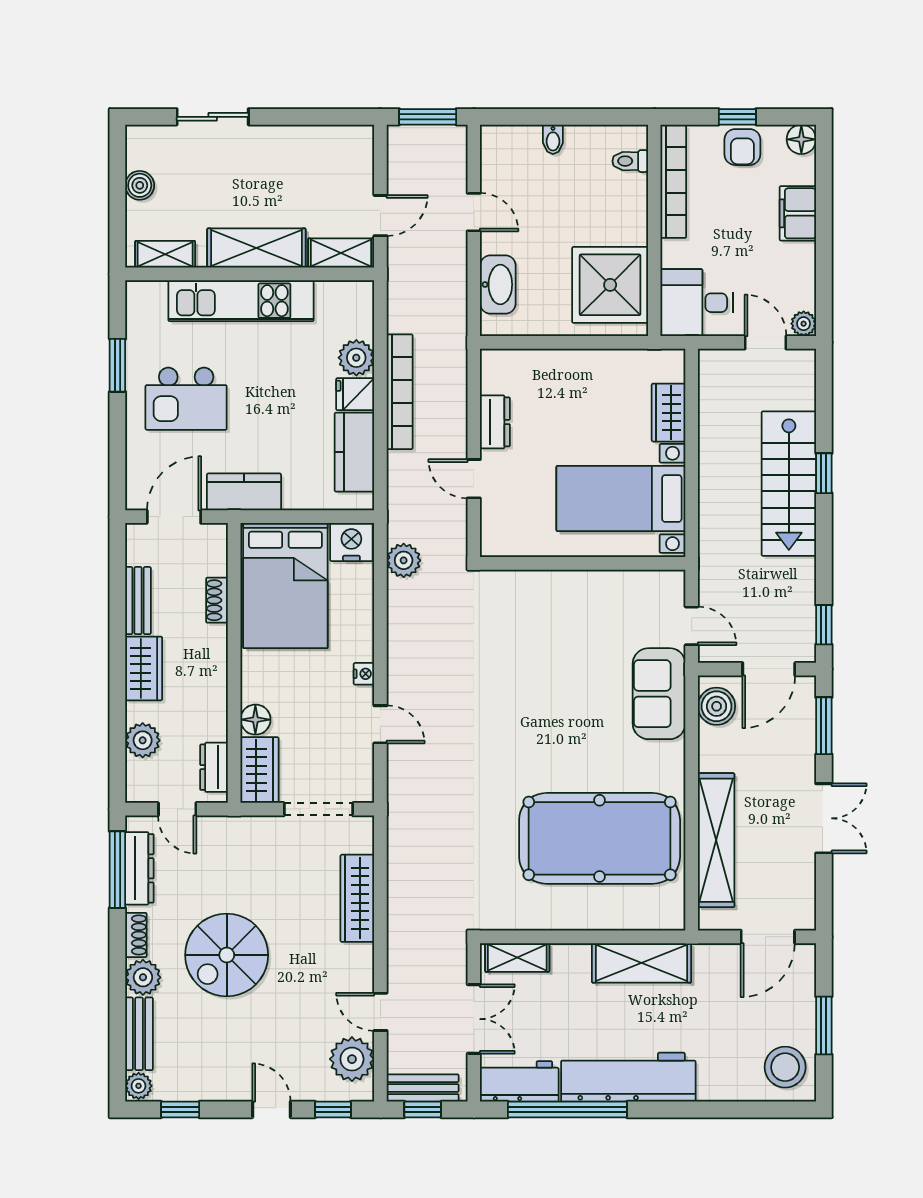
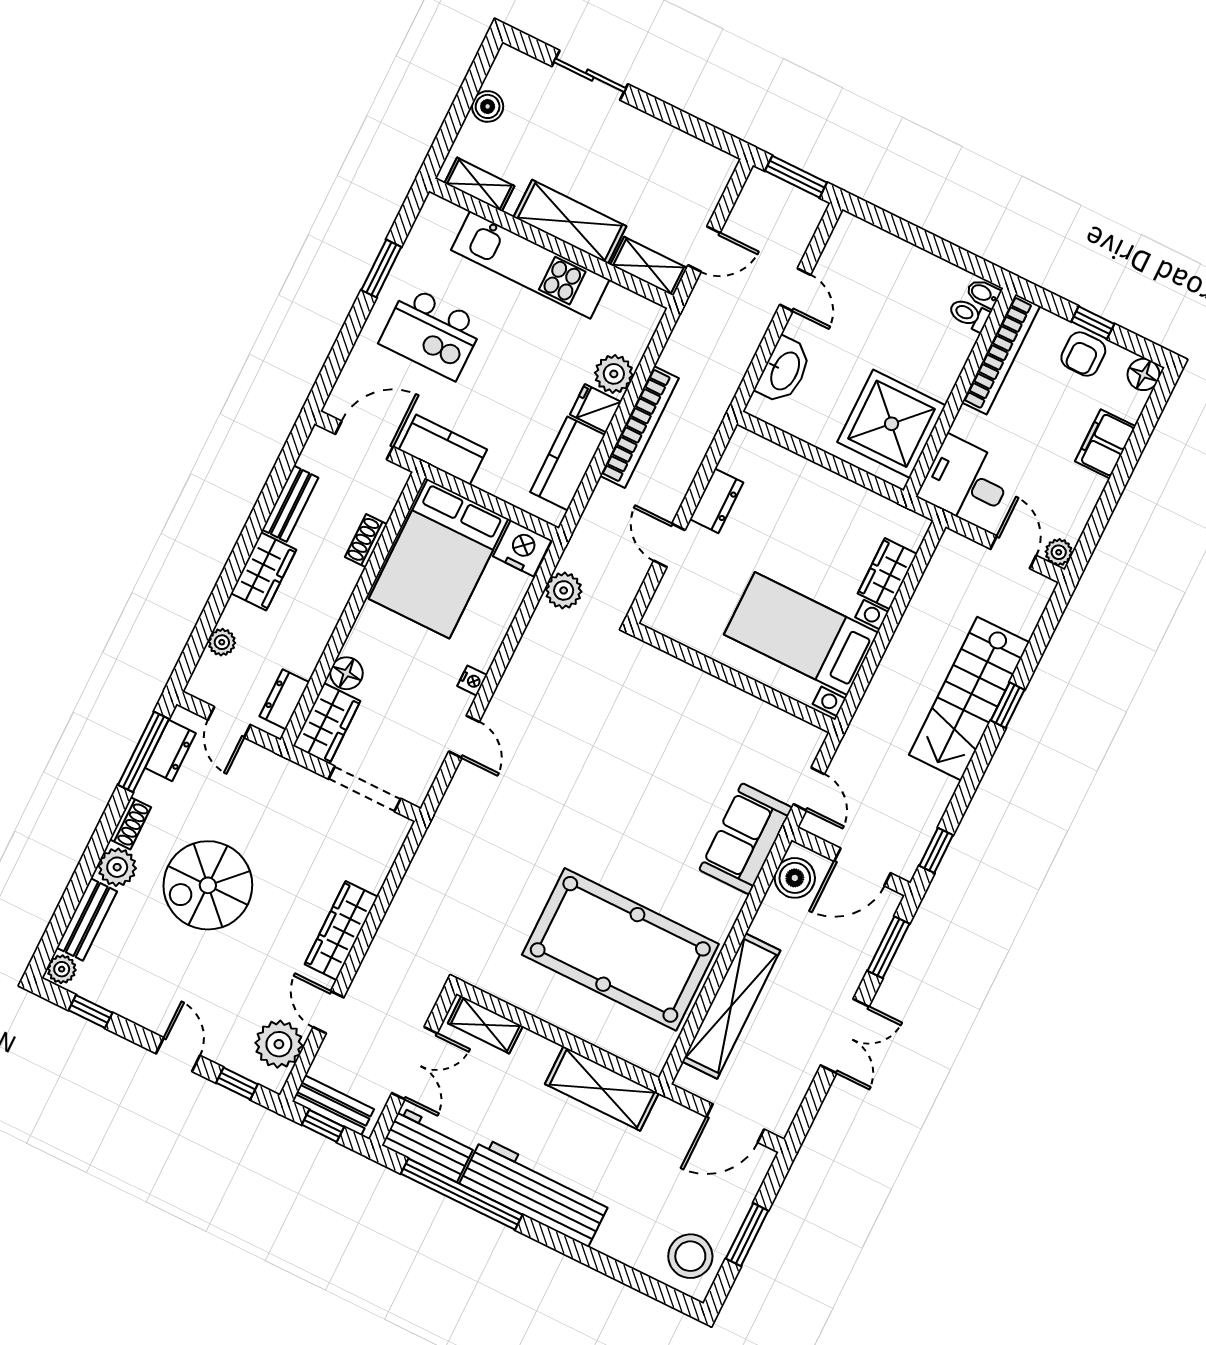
bidet: (553, 139) -> (983, 294), moved, turned 90
plant: (143, 740) -> (222, 642), width x0.73, depth x0.73
dresser: (139, 868) -> (170, 751), width x0.70
wardrobe: (357, 898) -> (341, 931), moved

